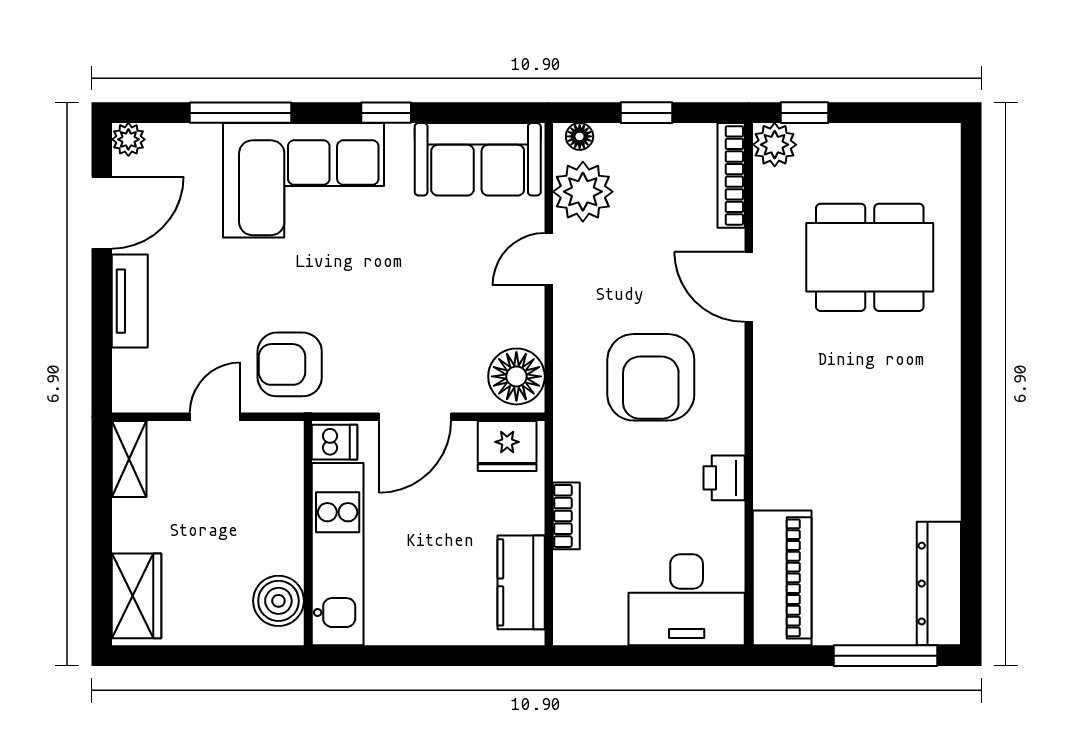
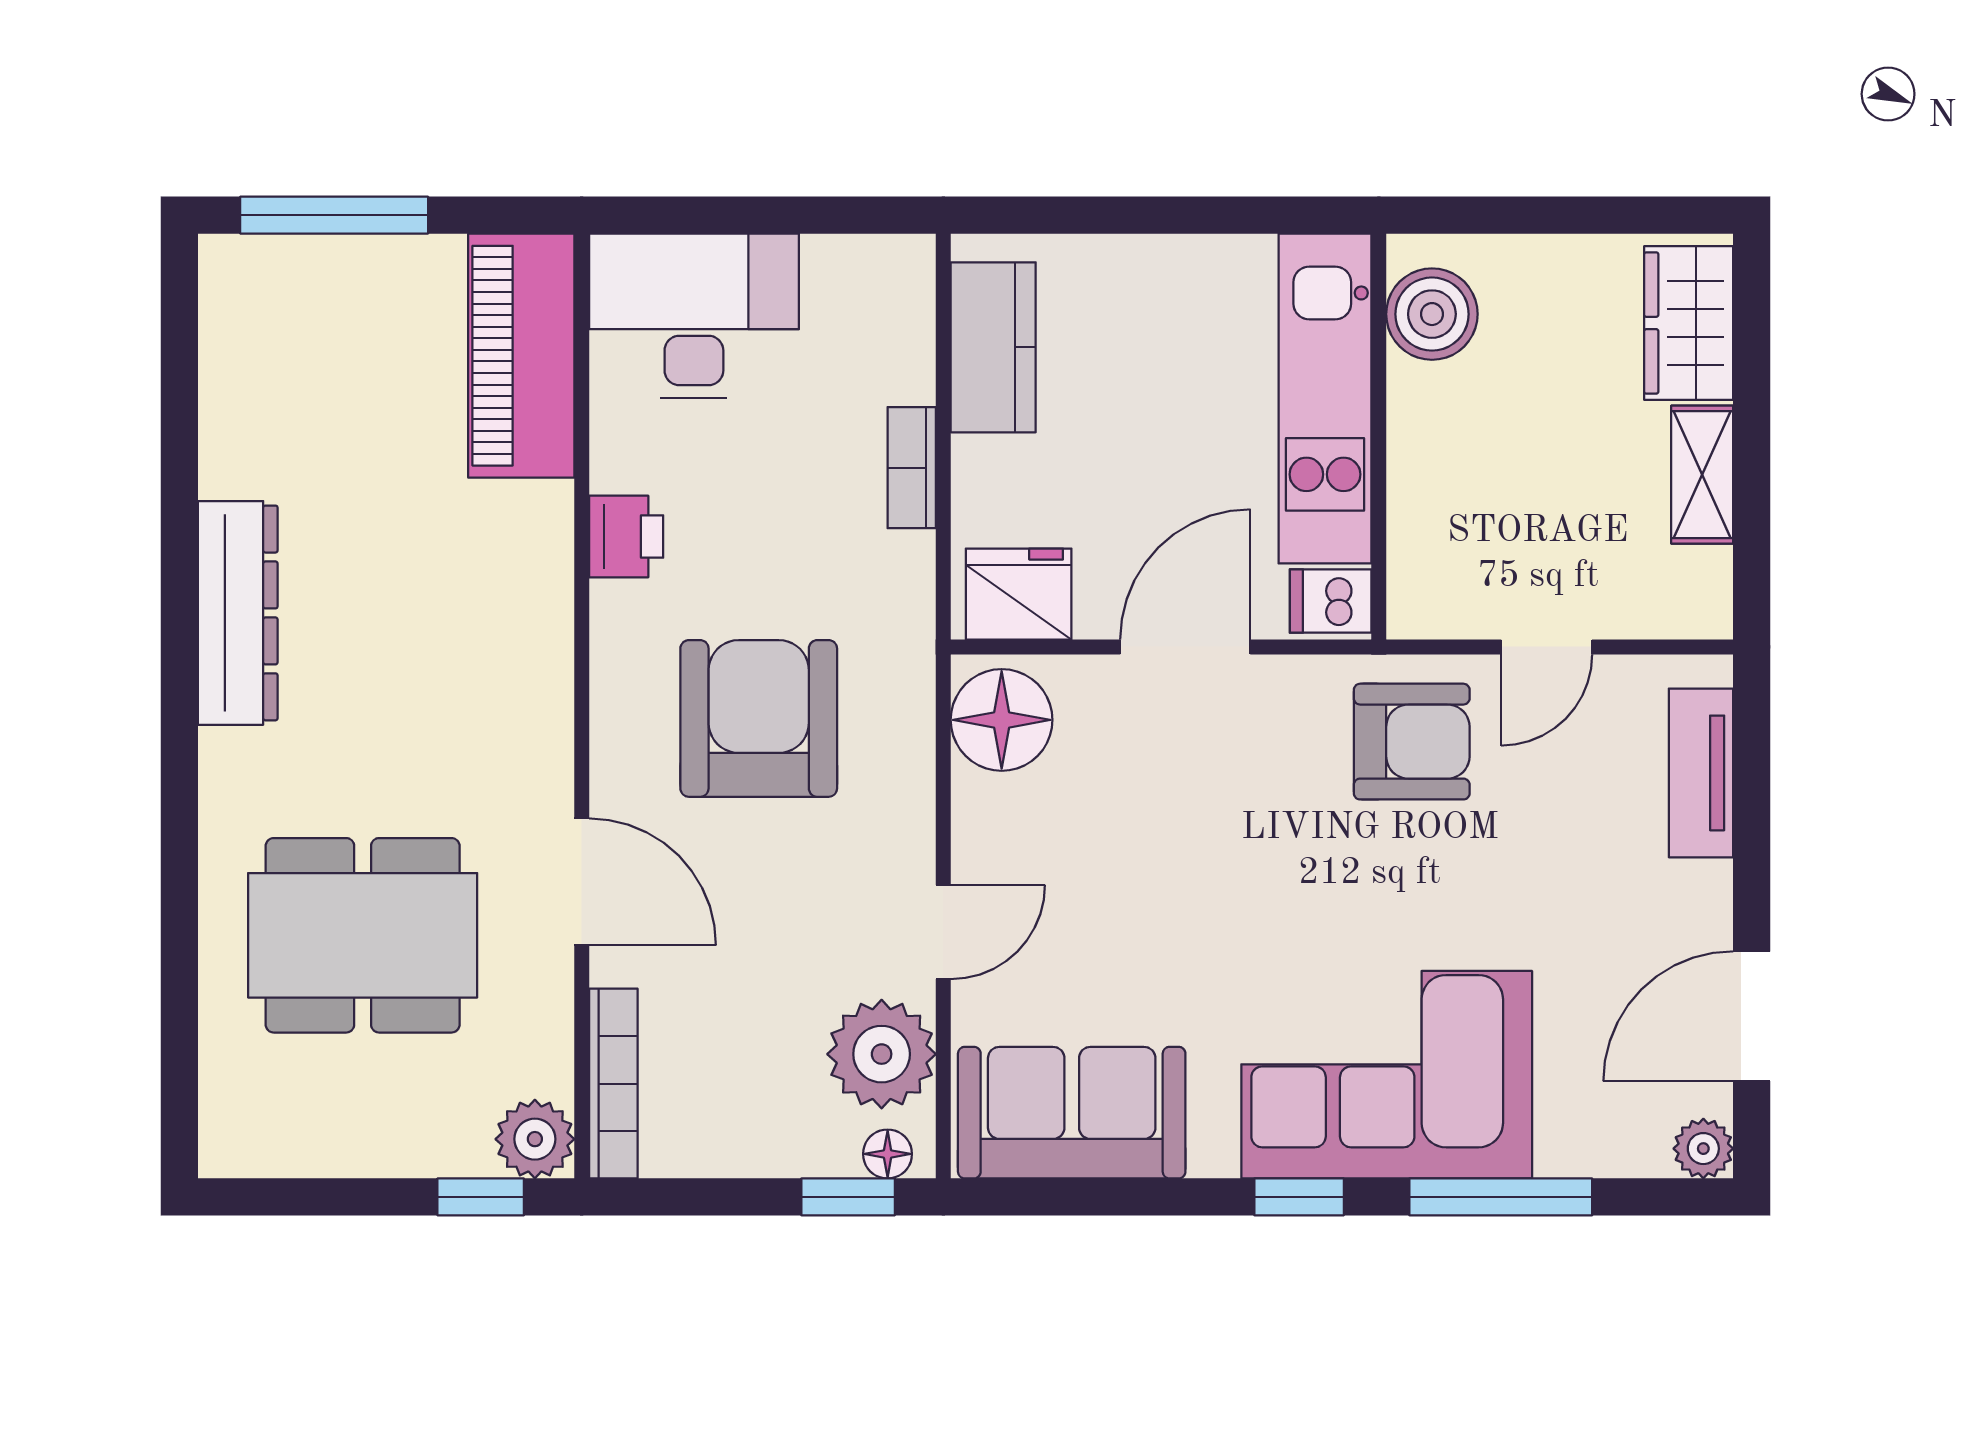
window: (386, 113) -> (1299, 1197), moved
window: (647, 113) -> (848, 1197), moved
tv unit: (130, 301) -> (1701, 773), moved
shelving: (129, 459) -> (1702, 475), moved
dresser: (939, 584) -> (238, 613), moved

